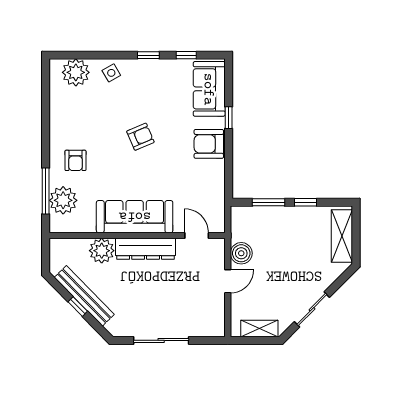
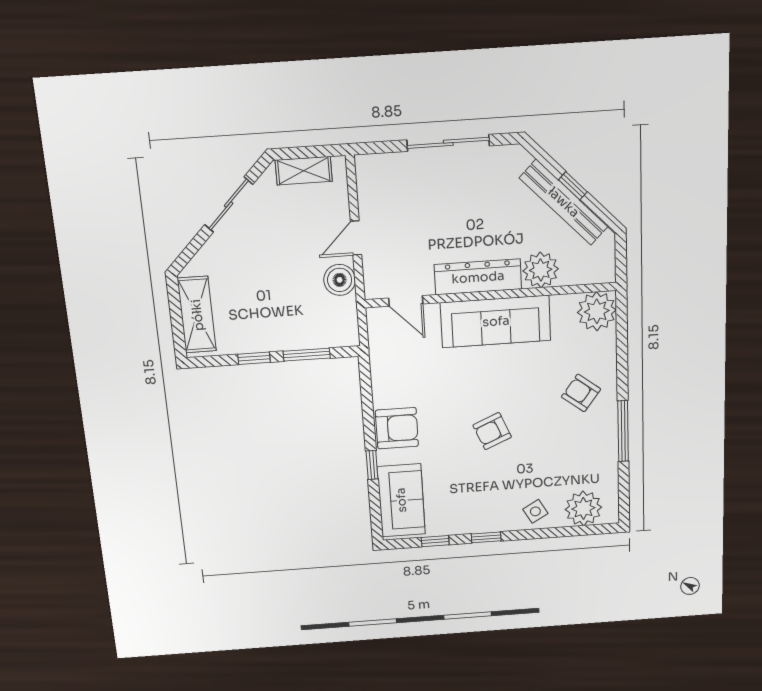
armchair: (75, 160) -> (581, 393), turned -53
window: (46, 191) -> (623, 431), moved
plant: (63, 200) -> (597, 311), moved

